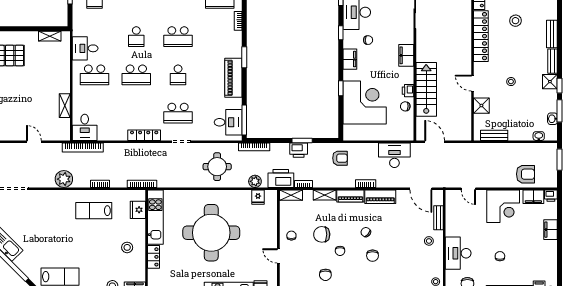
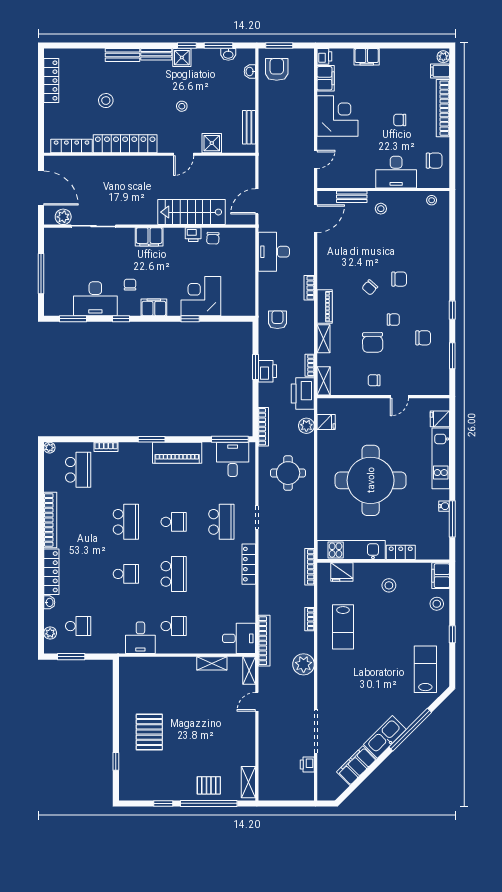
shelving: (50, 36) -> (249, 670), moved
school desk: (95, 75) -> (174, 626), width x0.54
corner desk: (365, 103) -> (201, 296), width x0.74, depth x0.74
armchair: (525, 174) -> (277, 69), moved
piano: (380, 197) -> (326, 269), removed

